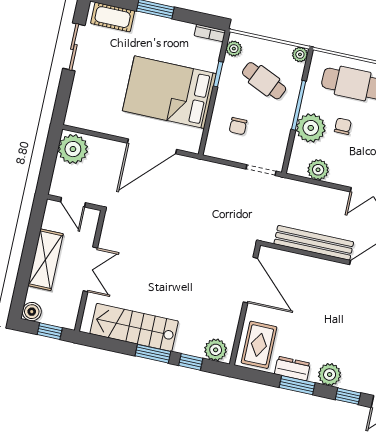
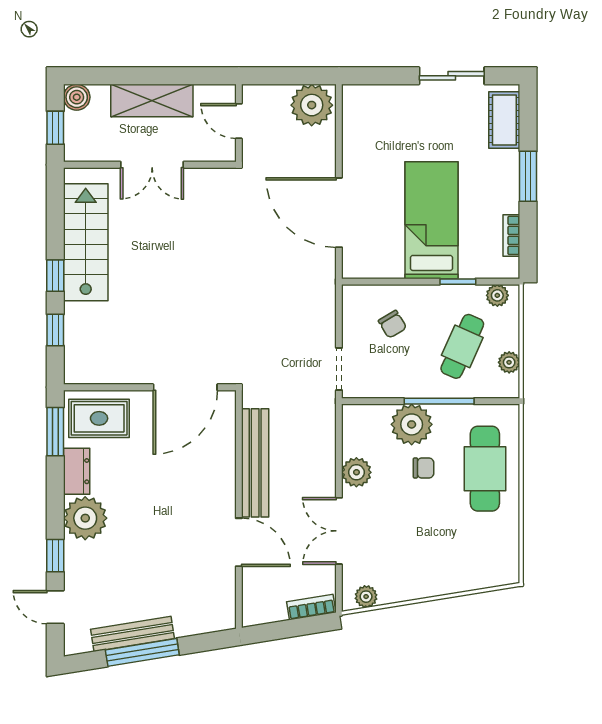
bookcase: (210, 33) -> (511, 235), moved
plant: (300, 54) -> (509, 362), moved
bed: (169, 92) -> (432, 220), width x0.67
chair: (238, 126) -> (392, 324), turned -121
plant: (318, 170) -> (356, 472), moved
door: (73, 202) -> (239, 121), hinge flipped
plant: (216, 350) -> (79, 360), removed
window: (153, 354) -> (55, 276), width x0.67
plant: (330, 375) -> (85, 518), width x1.36, depth x1.36
window: (297, 385) -> (55, 432), moved

